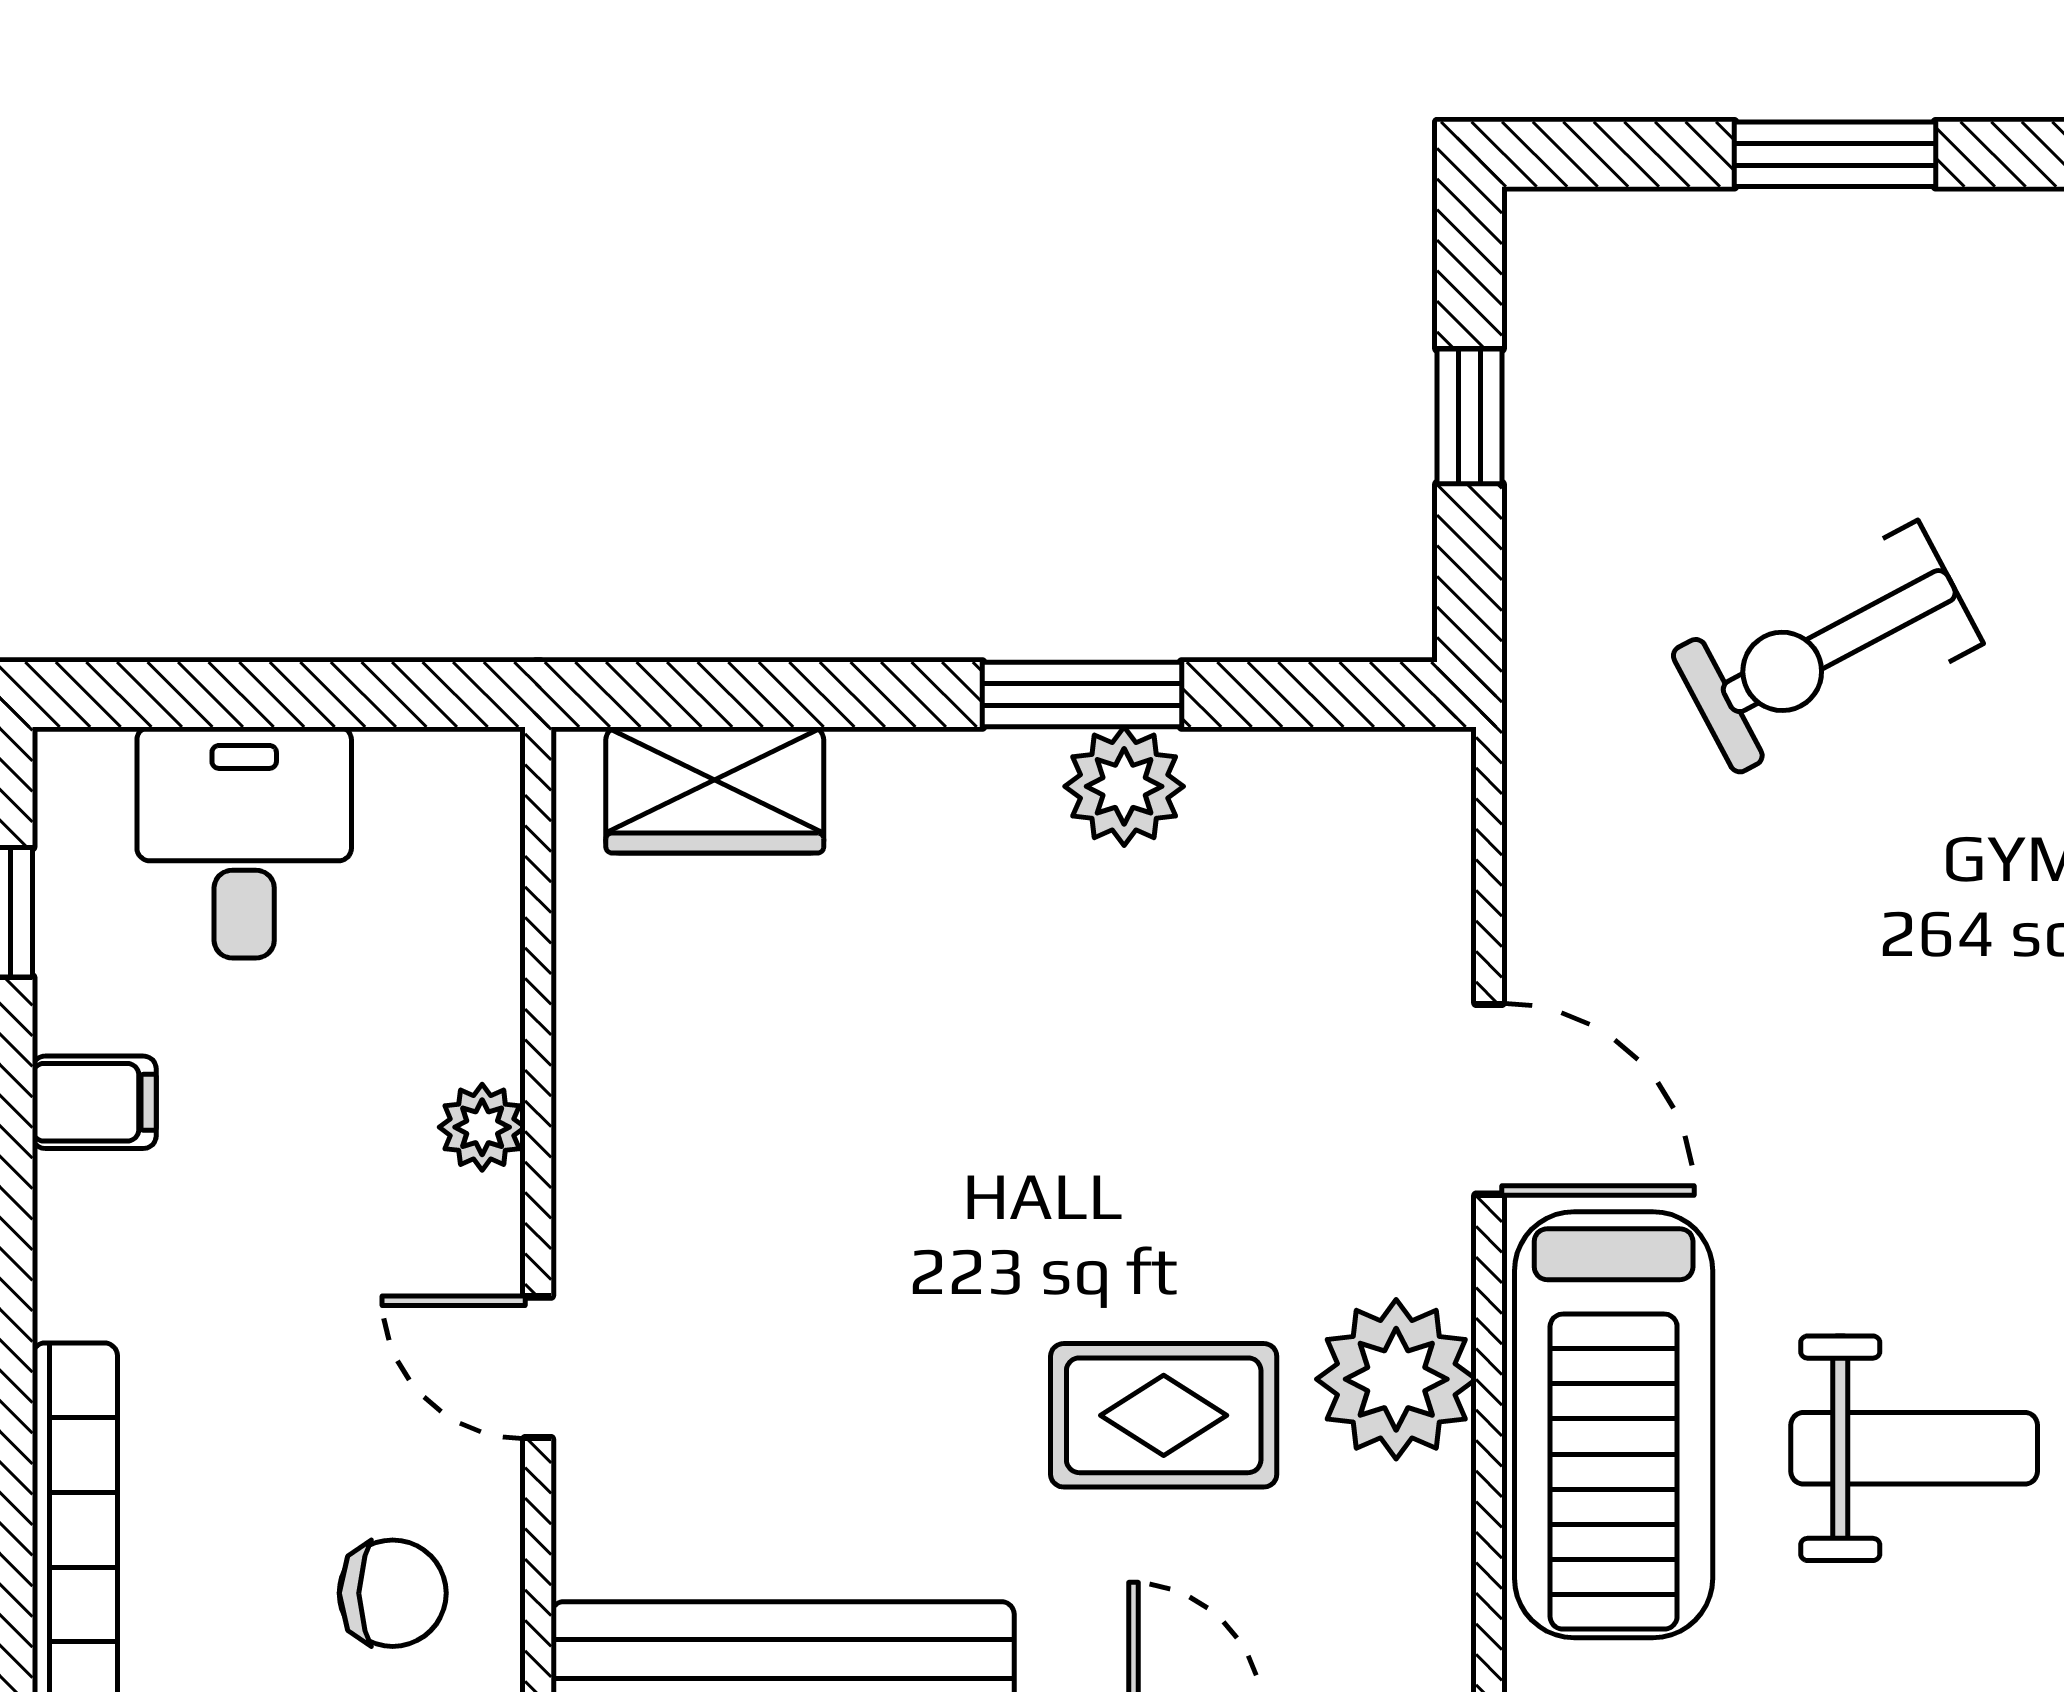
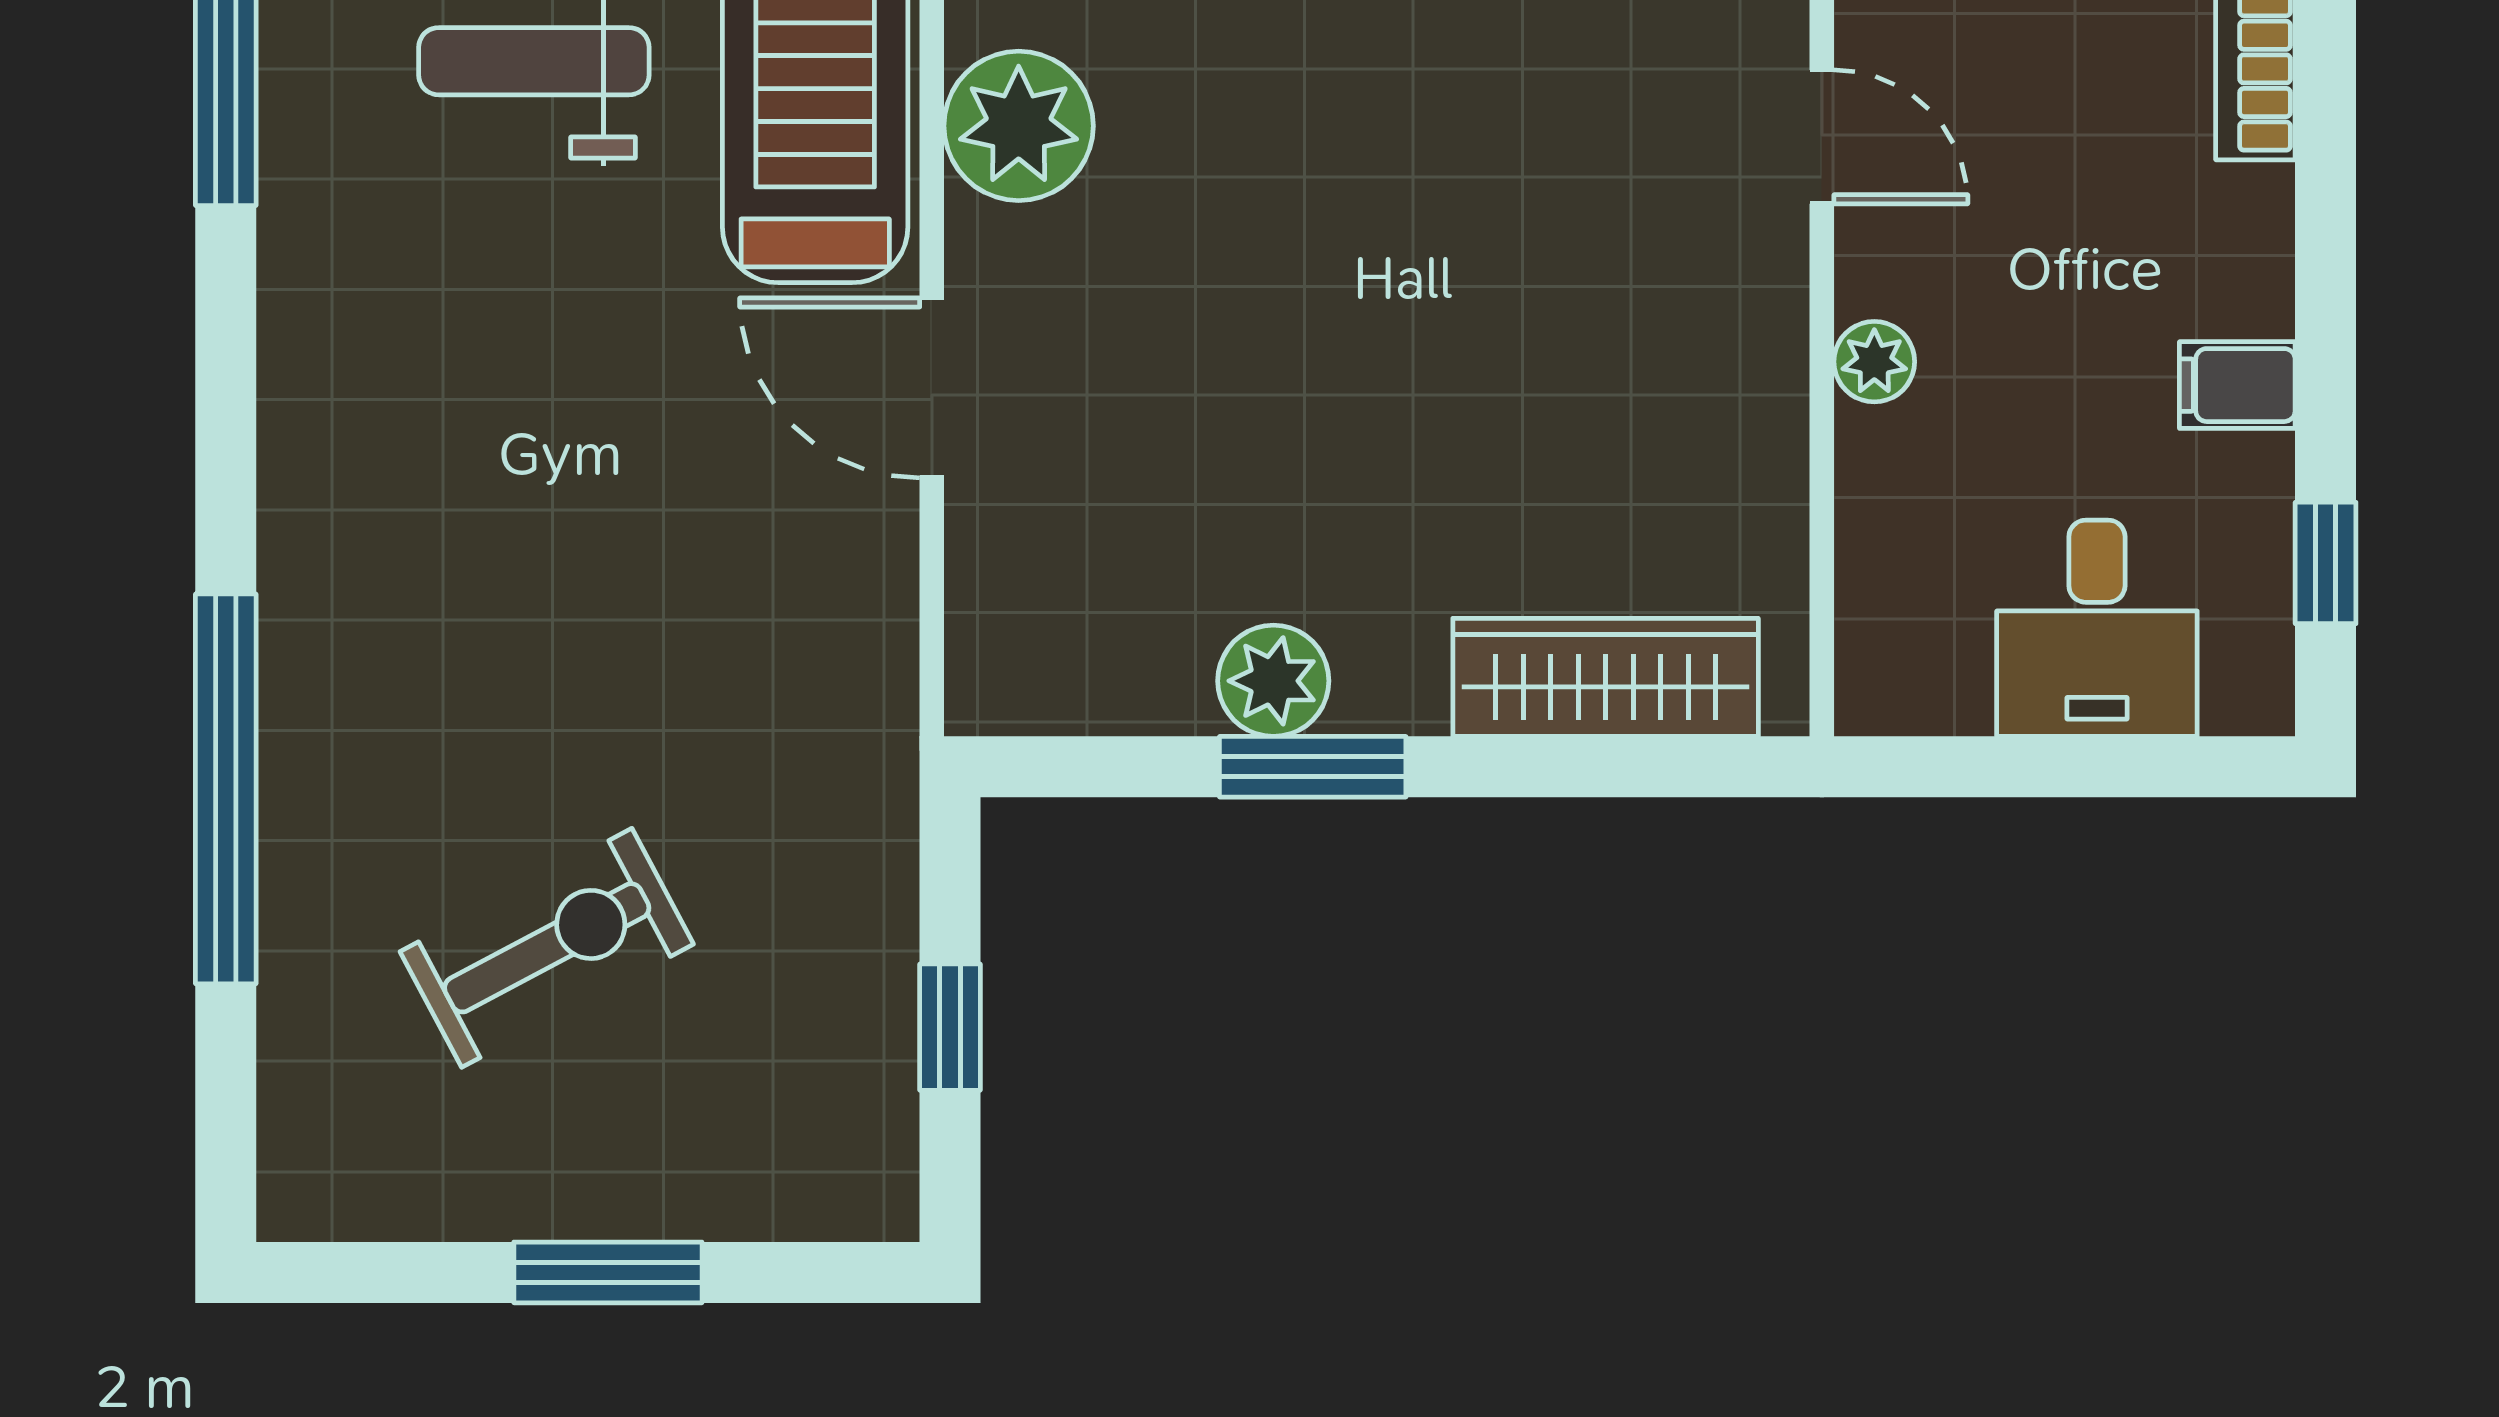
exercise bike: (1827, 648) -> (547, 948), moved
wardrobe: (715, 790) -> (1606, 677), width x1.50
rug: (1164, 1415) -> (1236, 92), removed

